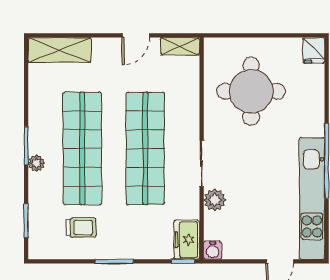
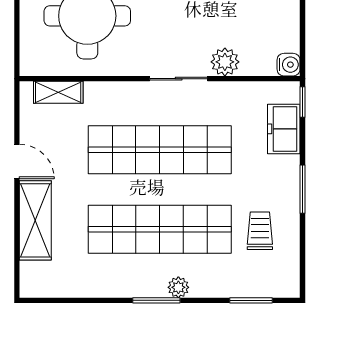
shelving: (180, 46) -> (58, 92), moved, turned 90
shelving: (59, 50) -> (35, 220), moved
freezer: (187, 240) -> (284, 129), moved, turned 90

